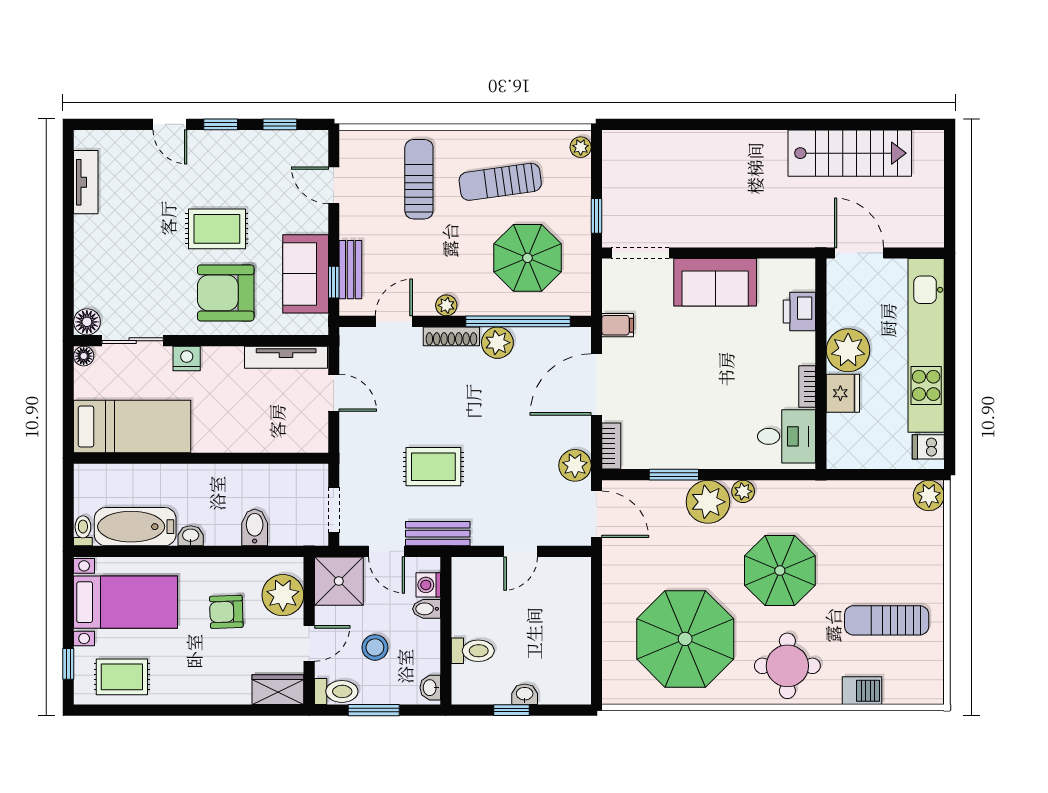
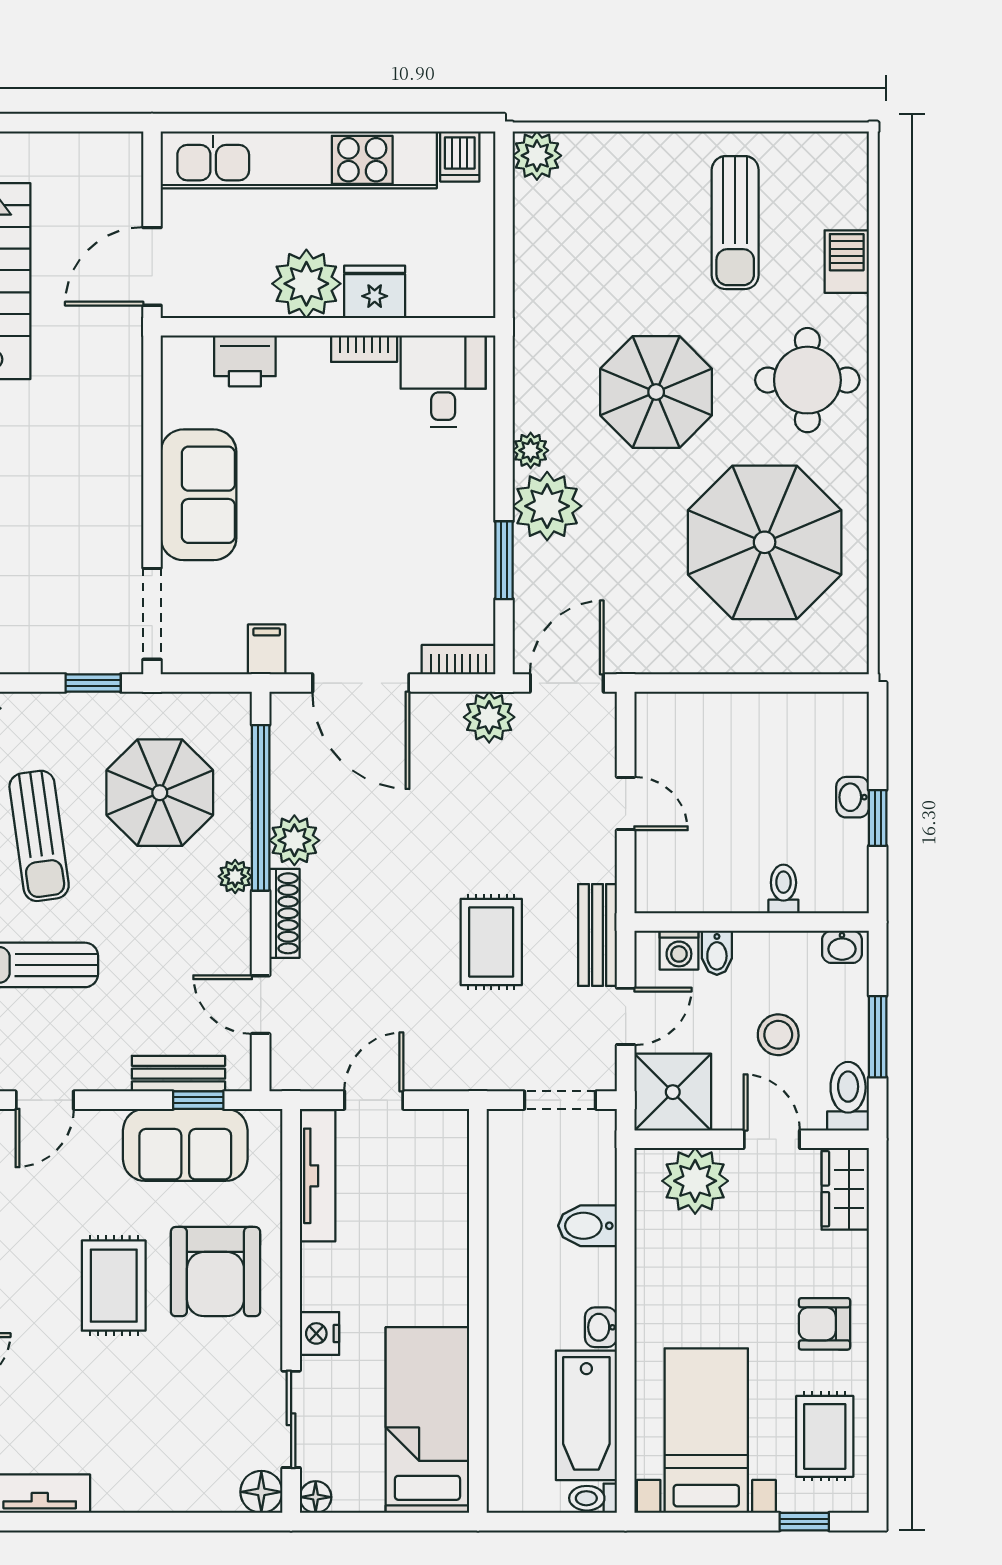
plant: (446, 305) -> (235, 876), moved
armchair: (226, 612) -> (825, 1324), moved, turned 92
toilet: (473, 651) -> (783, 889), width x0.73, depth x0.72

